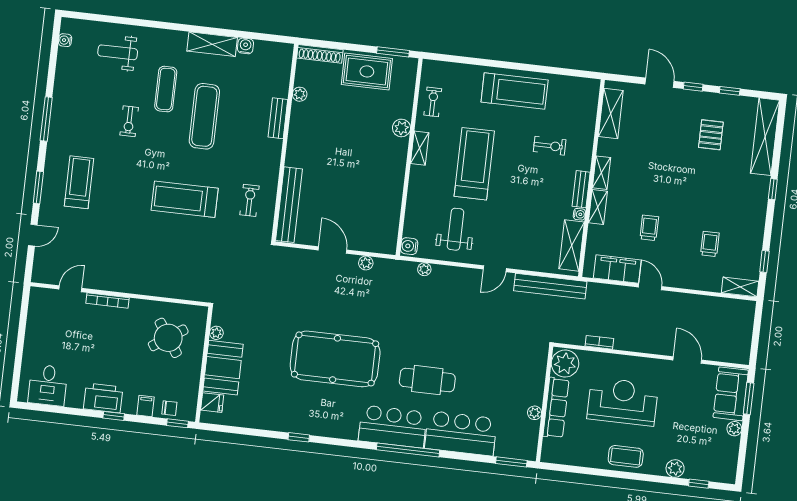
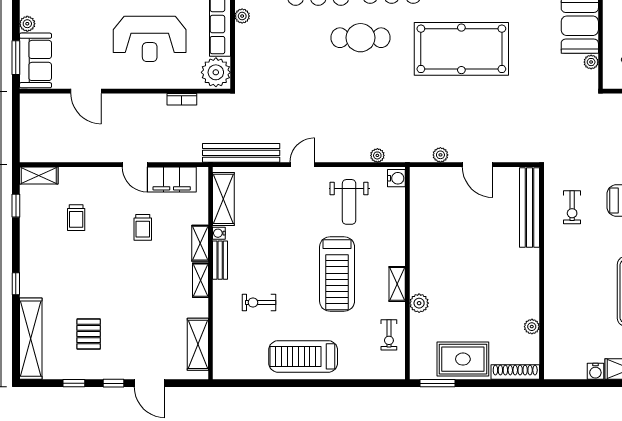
bench: (278, 118) -> (552, 298), removed

